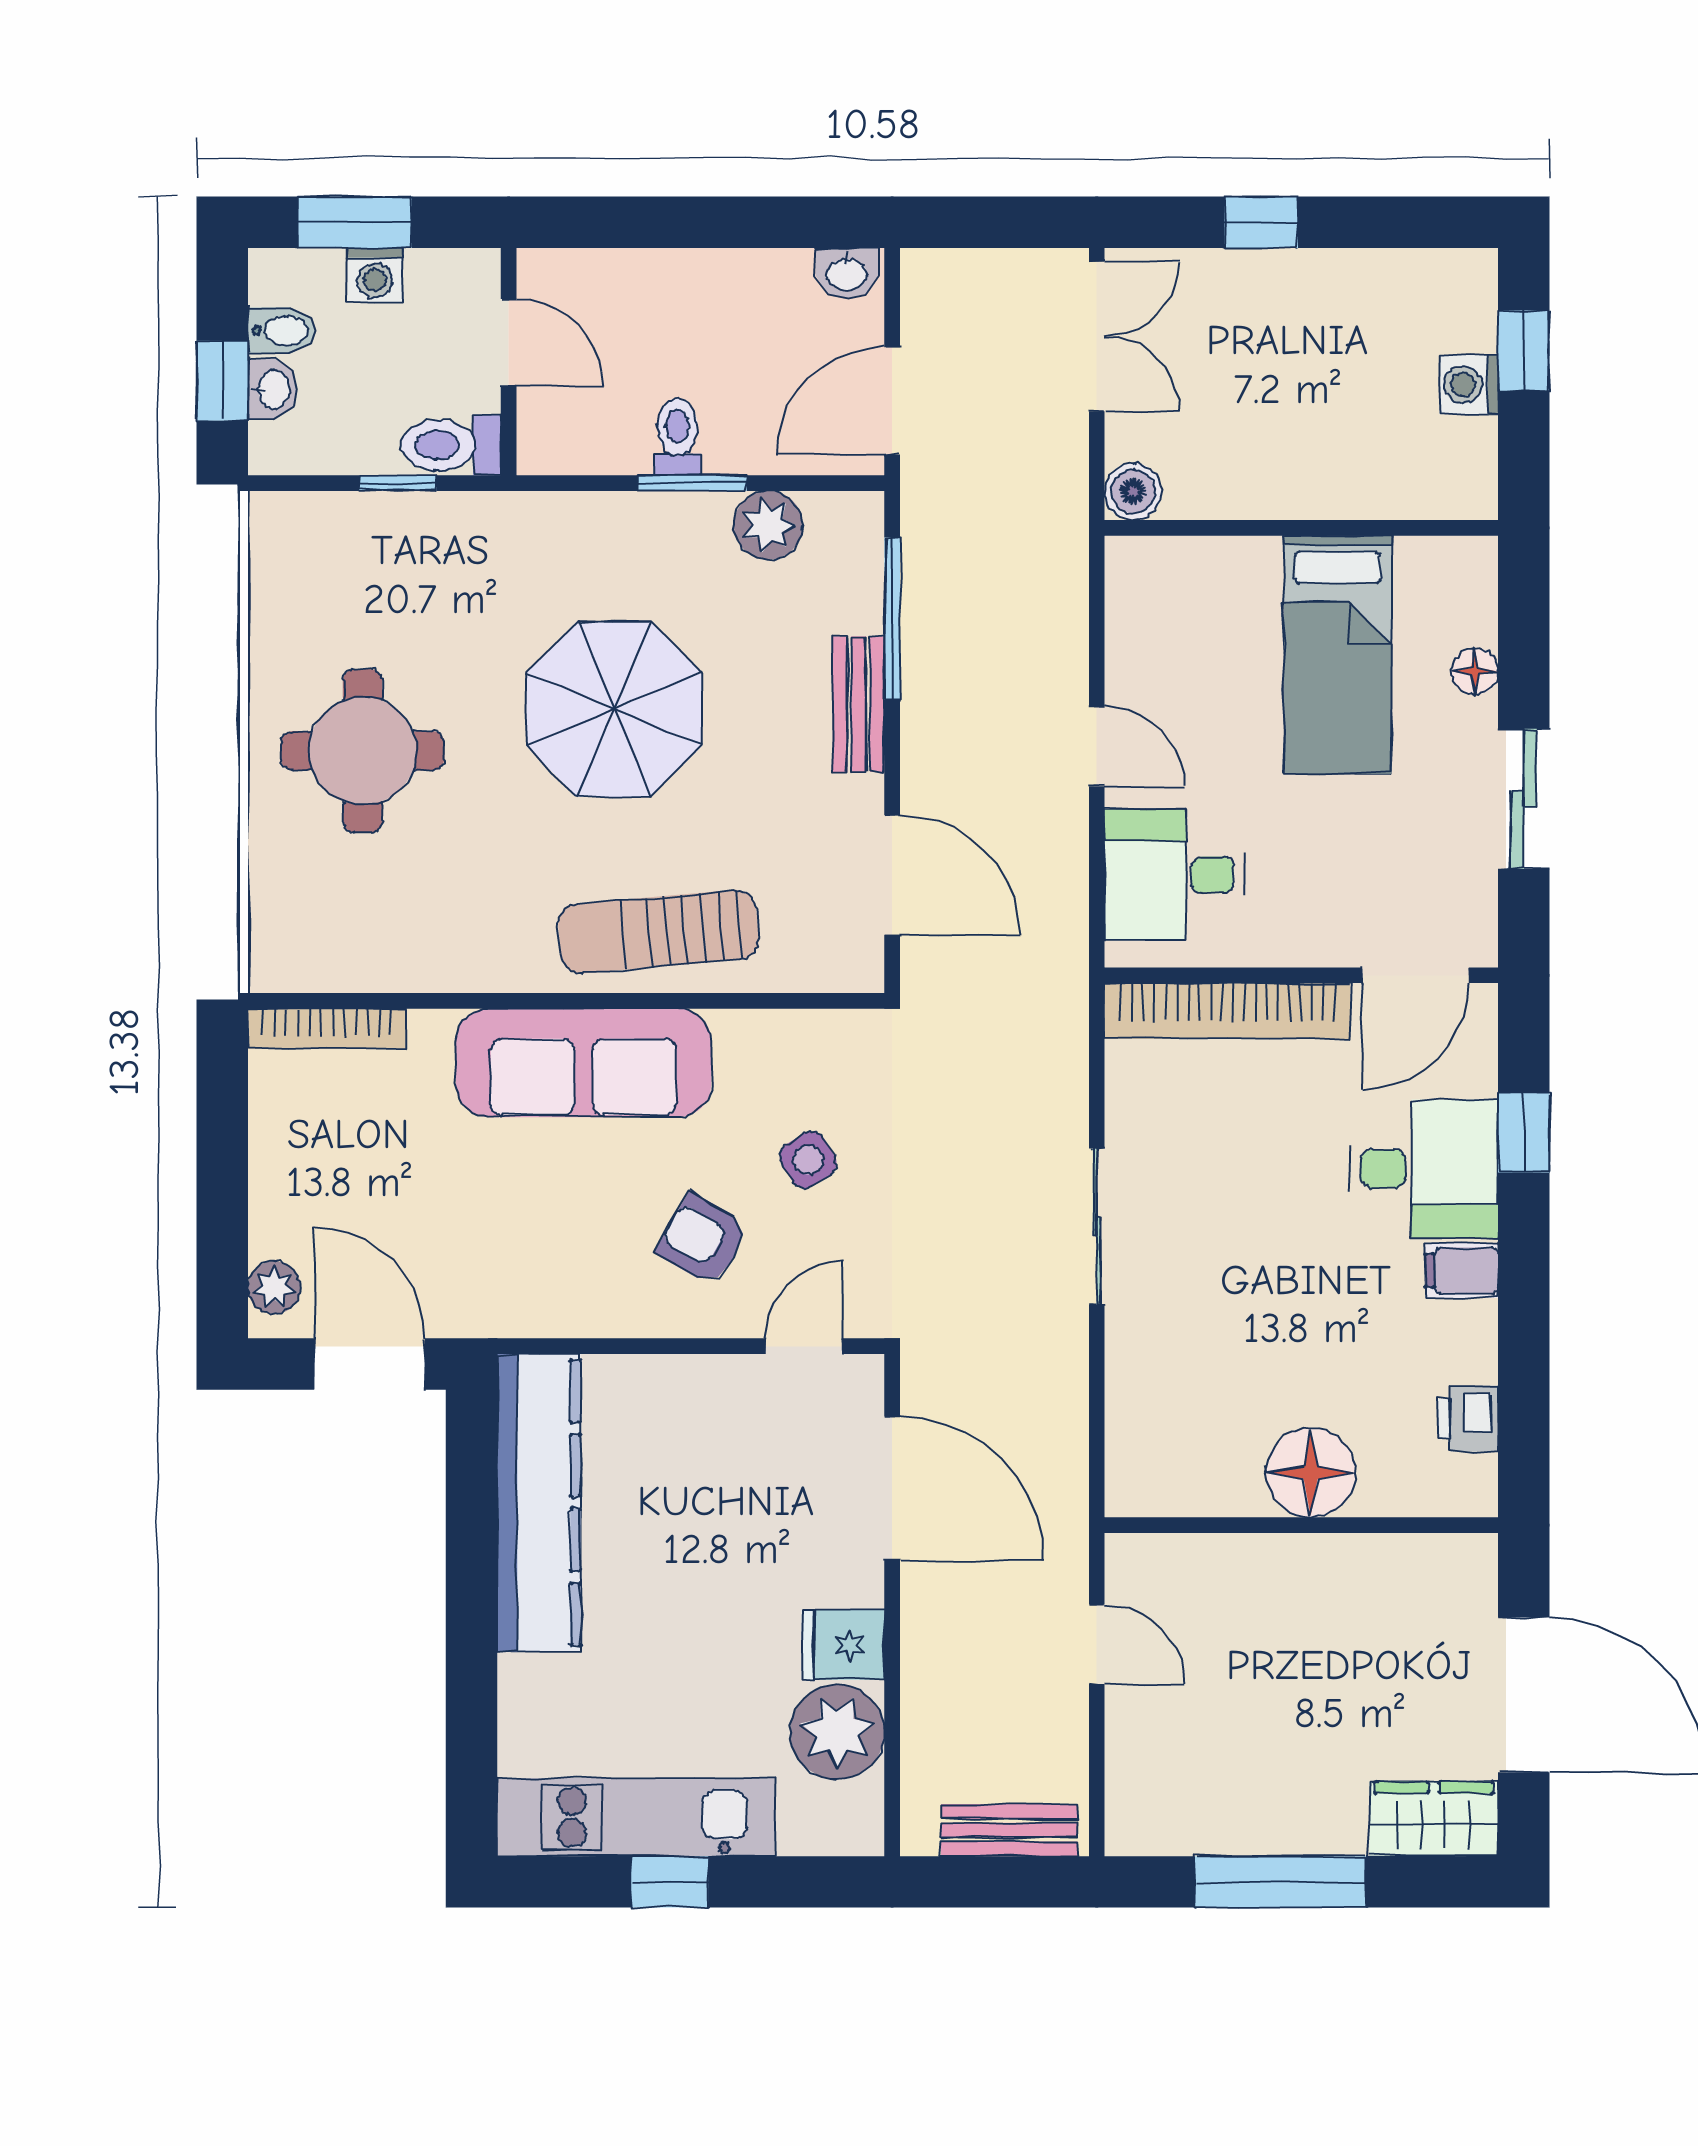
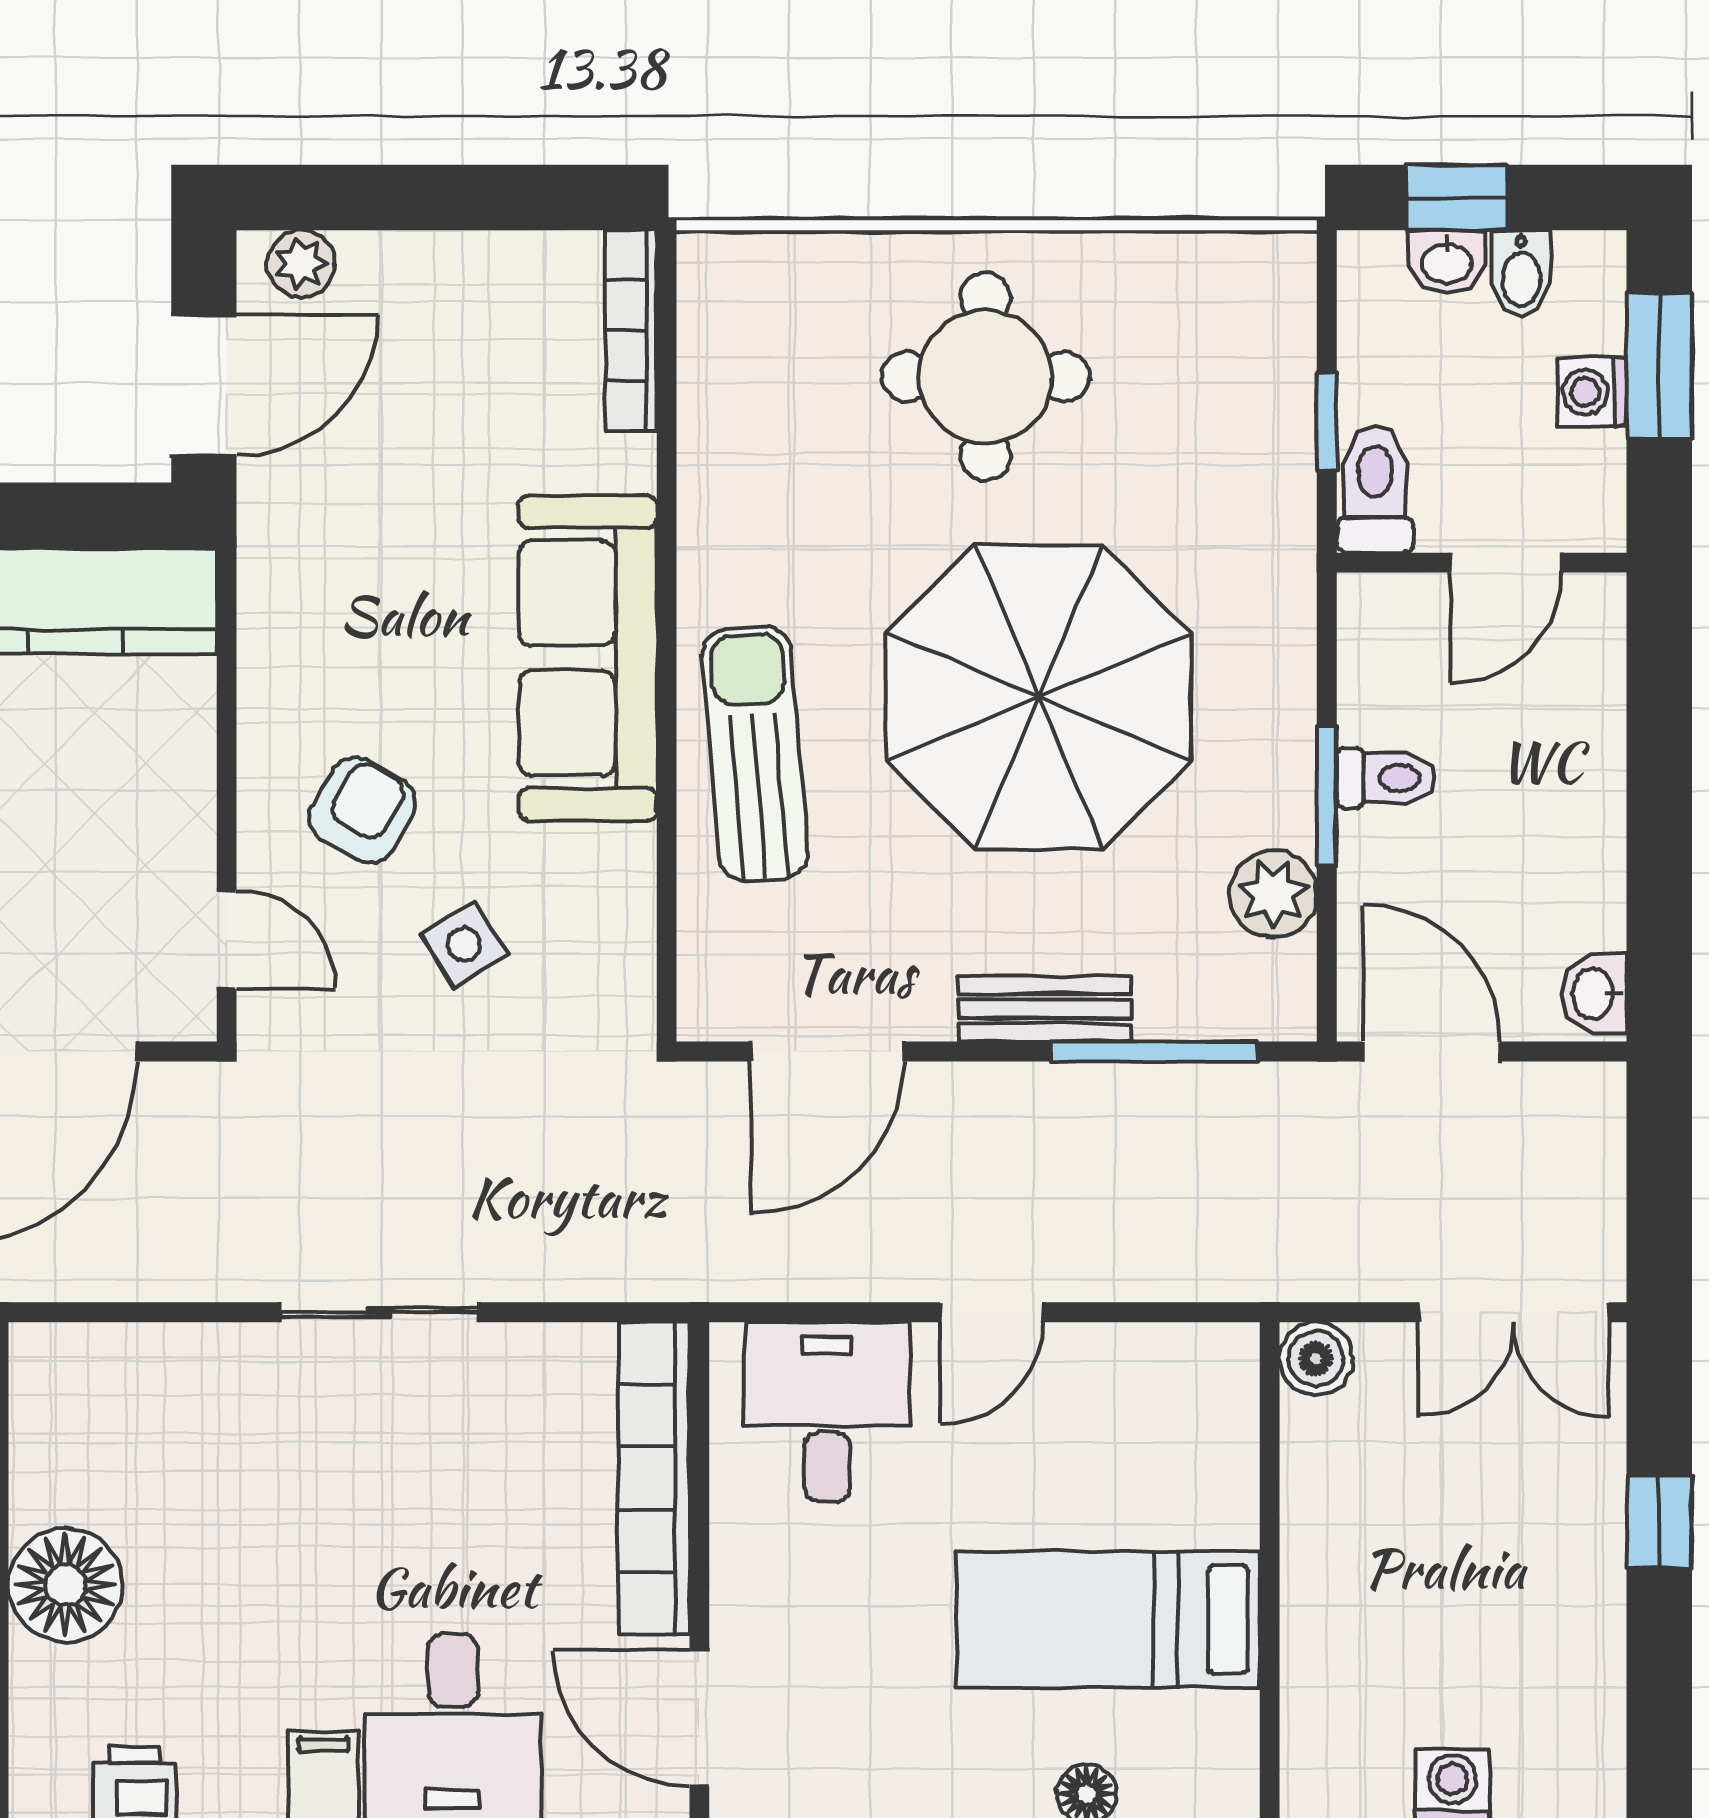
parasol: (614, 709) -> (1039, 697), width x1.36, depth x1.36

